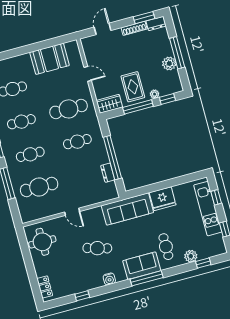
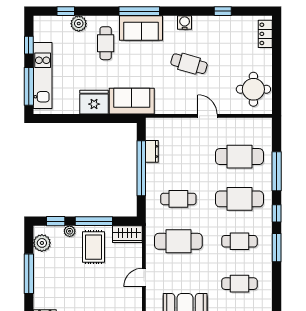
plant: (169, 63) -> (42, 243), moved
door: (88, 74) -> (144, 277), hinge flipped
cafe table: (30, 154) -> (239, 199), width x1.37, depth x1.35
window: (216, 197) -> (29, 86), width x2.17
sofa: (127, 209) -> (132, 101), width x0.73

